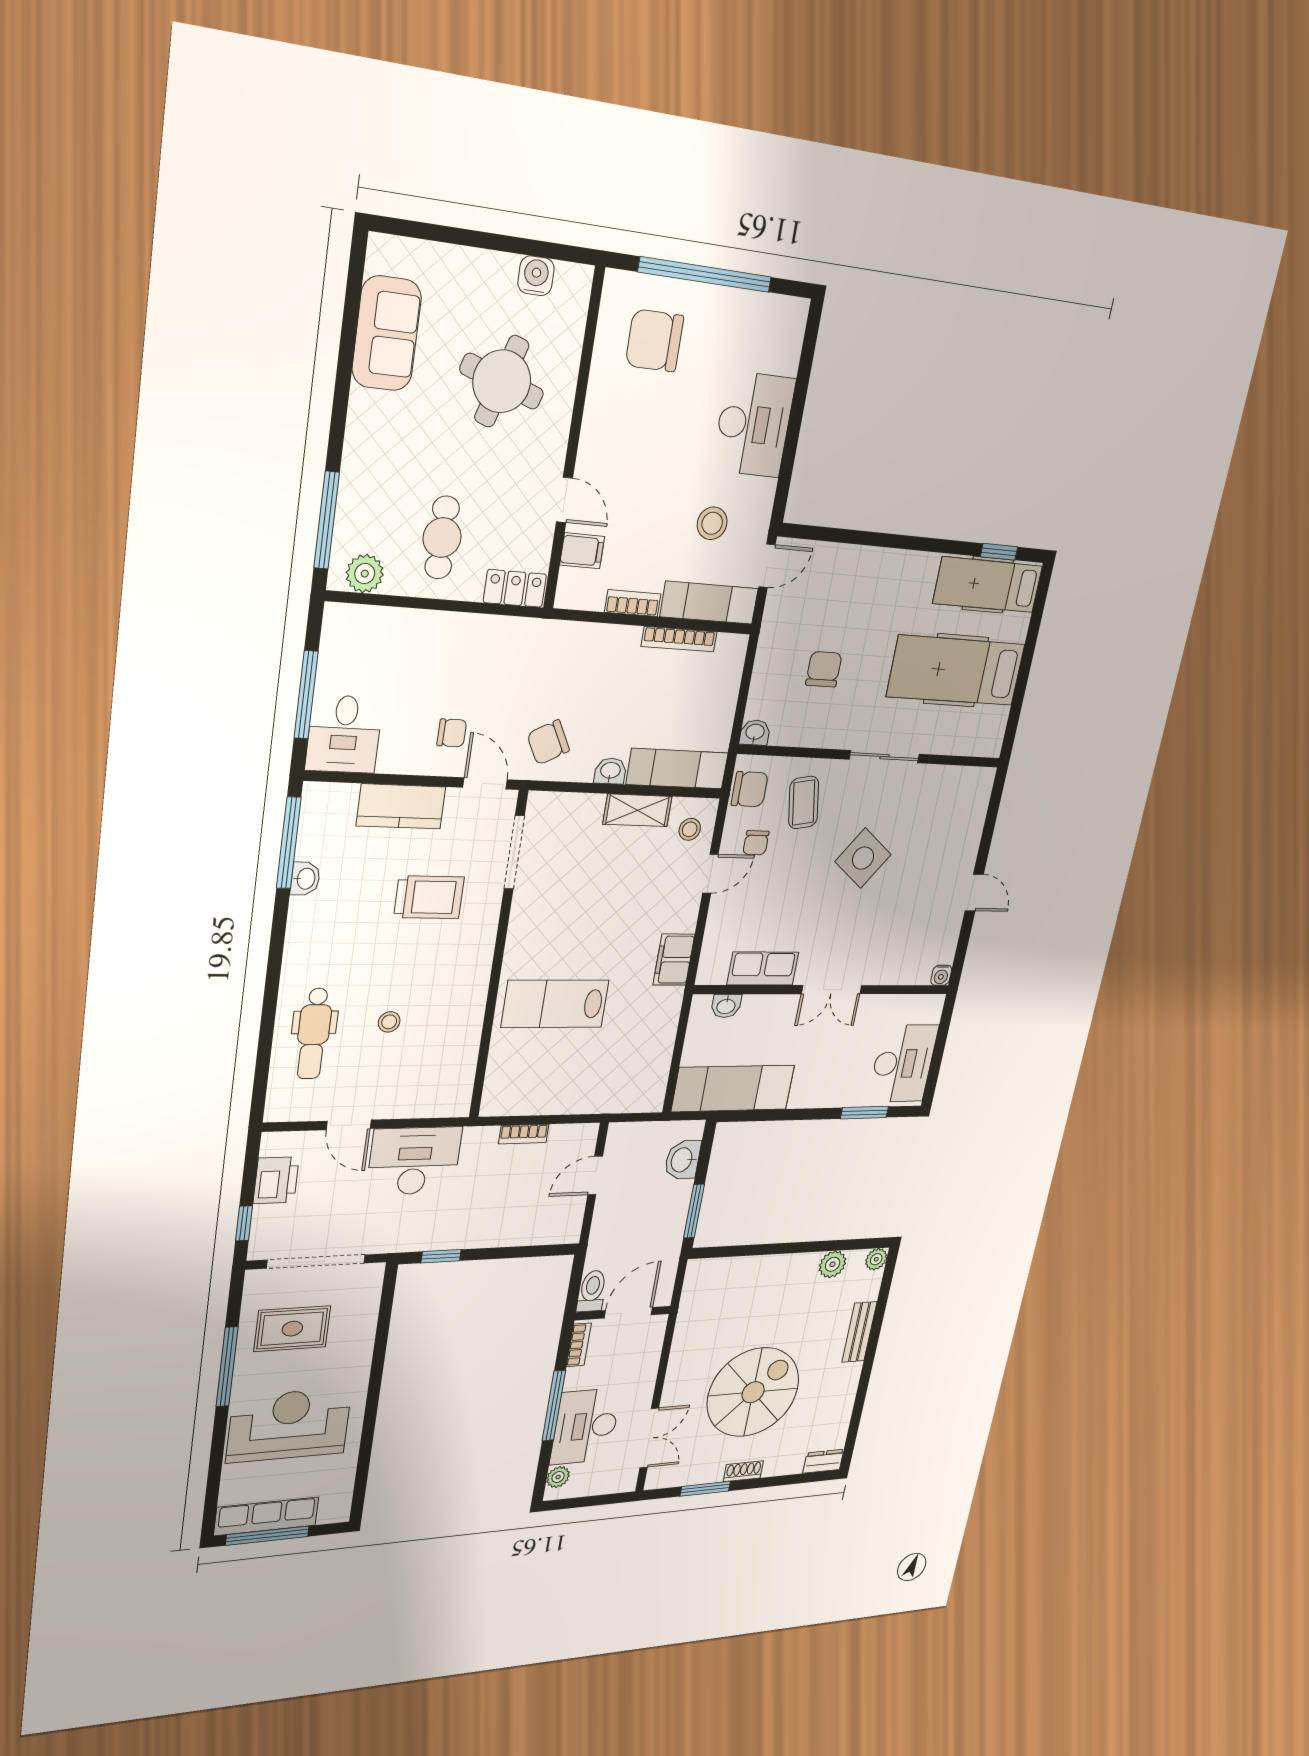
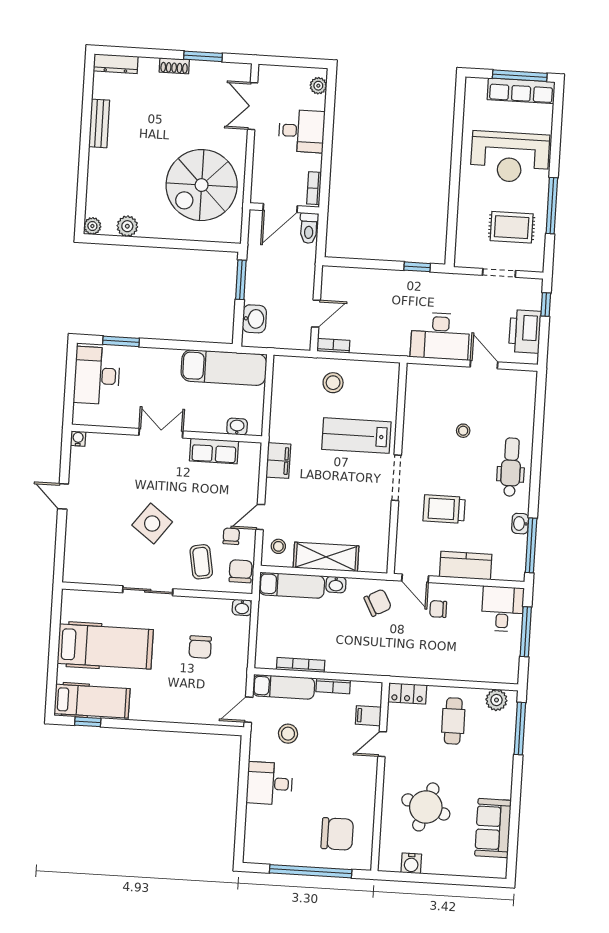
desk: (754, 424) -> (269, 783), width x0.73
door: (565, 500) -> (382, 744), hinge flipped
chair: (750, 789) -> (241, 571), turned 90
shelving: (637, 810) -> (326, 557), width x1.50, depth x1.33
doorway: (514, 852) -> (396, 478), moved
lab bench: (555, 1004) -> (356, 436), turned 180
dental chair: (314, 1034) -> (511, 467), moved
stool: (581, 1079) -> (333, 383), added
bookcase: (524, 1134) -> (333, 346), moved
printer: (276, 1180) -> (525, 331), width x1.37, depth x1.19
doorway: (316, 1262) -> (499, 273), width x0.53
bench: (859, 1332) -> (99, 123), moved
spiral stairs: (753, 1392) -> (202, 185), moved
window: (554, 1406) -> (327, 143), removed
desk: (586, 1426) -> (302, 131), width x0.73
dresser: (823, 1461) -> (116, 64), width x1.44

